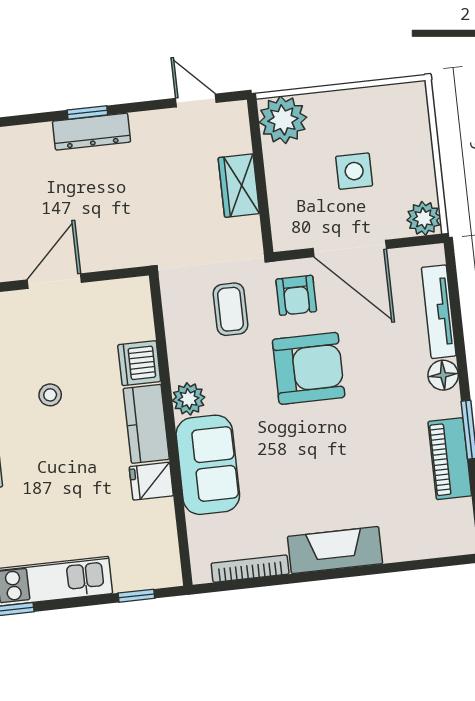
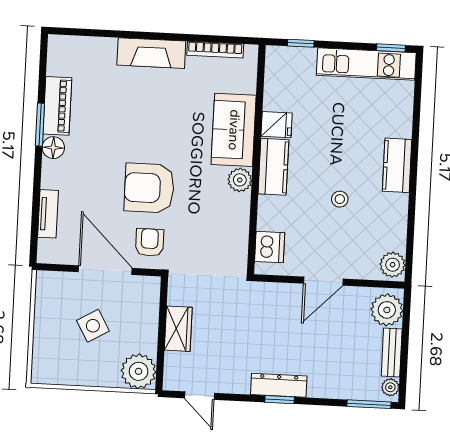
side table: (354, 171) -> (93, 326), turned -30
plant: (424, 218) -> (48, 283), removed
coffee table: (230, 309) -> (199, 240), removed
tv unit: (439, 312) -> (48, 214), width x0.71
dishwasher: (139, 363) -> (270, 247), moved
floor lamp: (443, 375) -> (53, 148), moved

